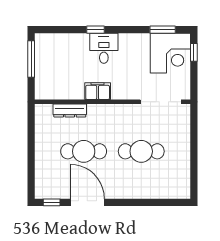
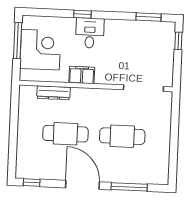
corner desk: (170, 53) -> (40, 50), moved, turned -90
door: (87, 202) -> (82, 185), moved
window: (151, 202) -> (129, 187), added

